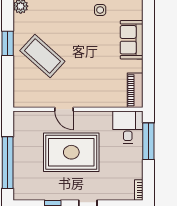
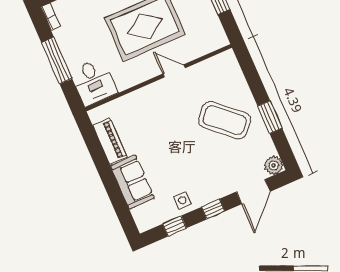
piano: (135, 90) -> (110, 141), moved
window: (148, 141) -> (57, 61), moved

